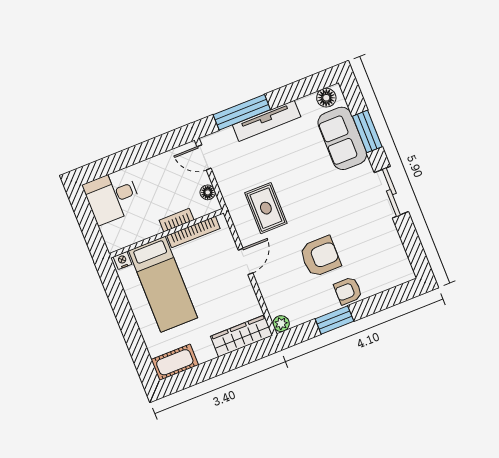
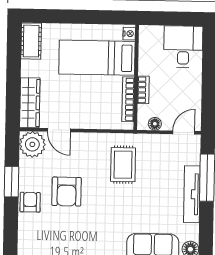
rug: (266, 208) -> (123, 165), turned 90
door: (245, 261) -> (59, 130), moved
plant: (281, 324) -> (32, 144), width x1.88, depth x1.88

